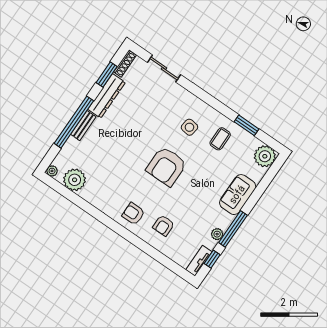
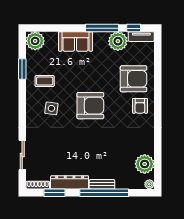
armchair: (164, 225) -> (134, 79), width x1.88, depth x1.88
plant: (217, 234) -> (118, 41), width x1.88, depth x1.88

